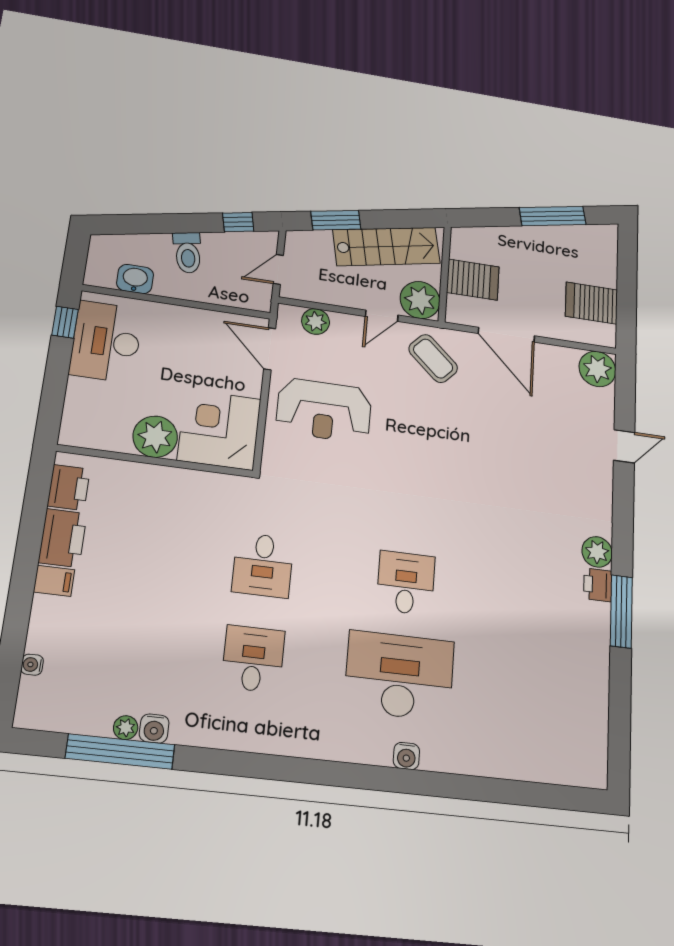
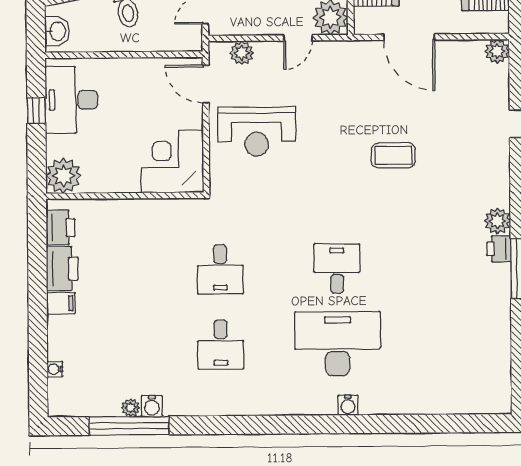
washbasin: (135, 279) -> (57, 31), moved, turned 90
window: (65, 322) -> (36, 110), moved
coffee table: (433, 359) -> (393, 155), moved, turned -43
plant: (597, 369) -> (497, 51), width x0.73, depth x0.73
plant: (155, 437) -> (63, 176), moved
desk: (253, 659) -> (221, 345), turned 180

